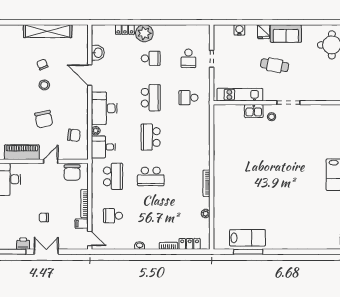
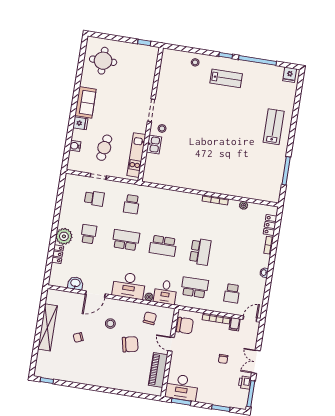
cafe table: (275, 65) -> (104, 148), moved
stool: (44, 85) -> (110, 324), moved
lab bench: (248, 238) -> (274, 127), moved

